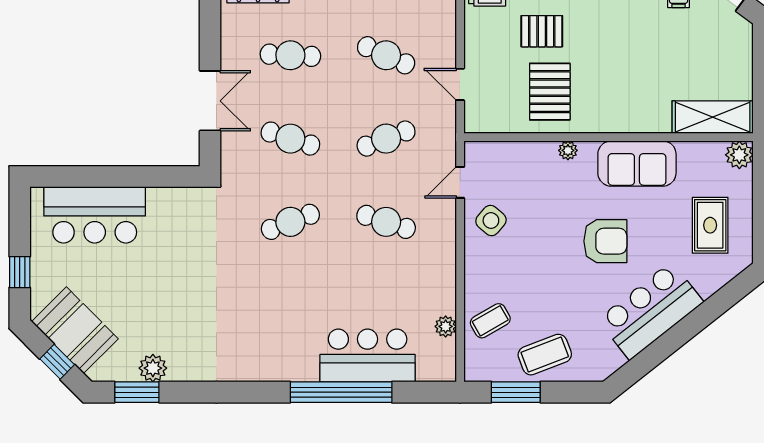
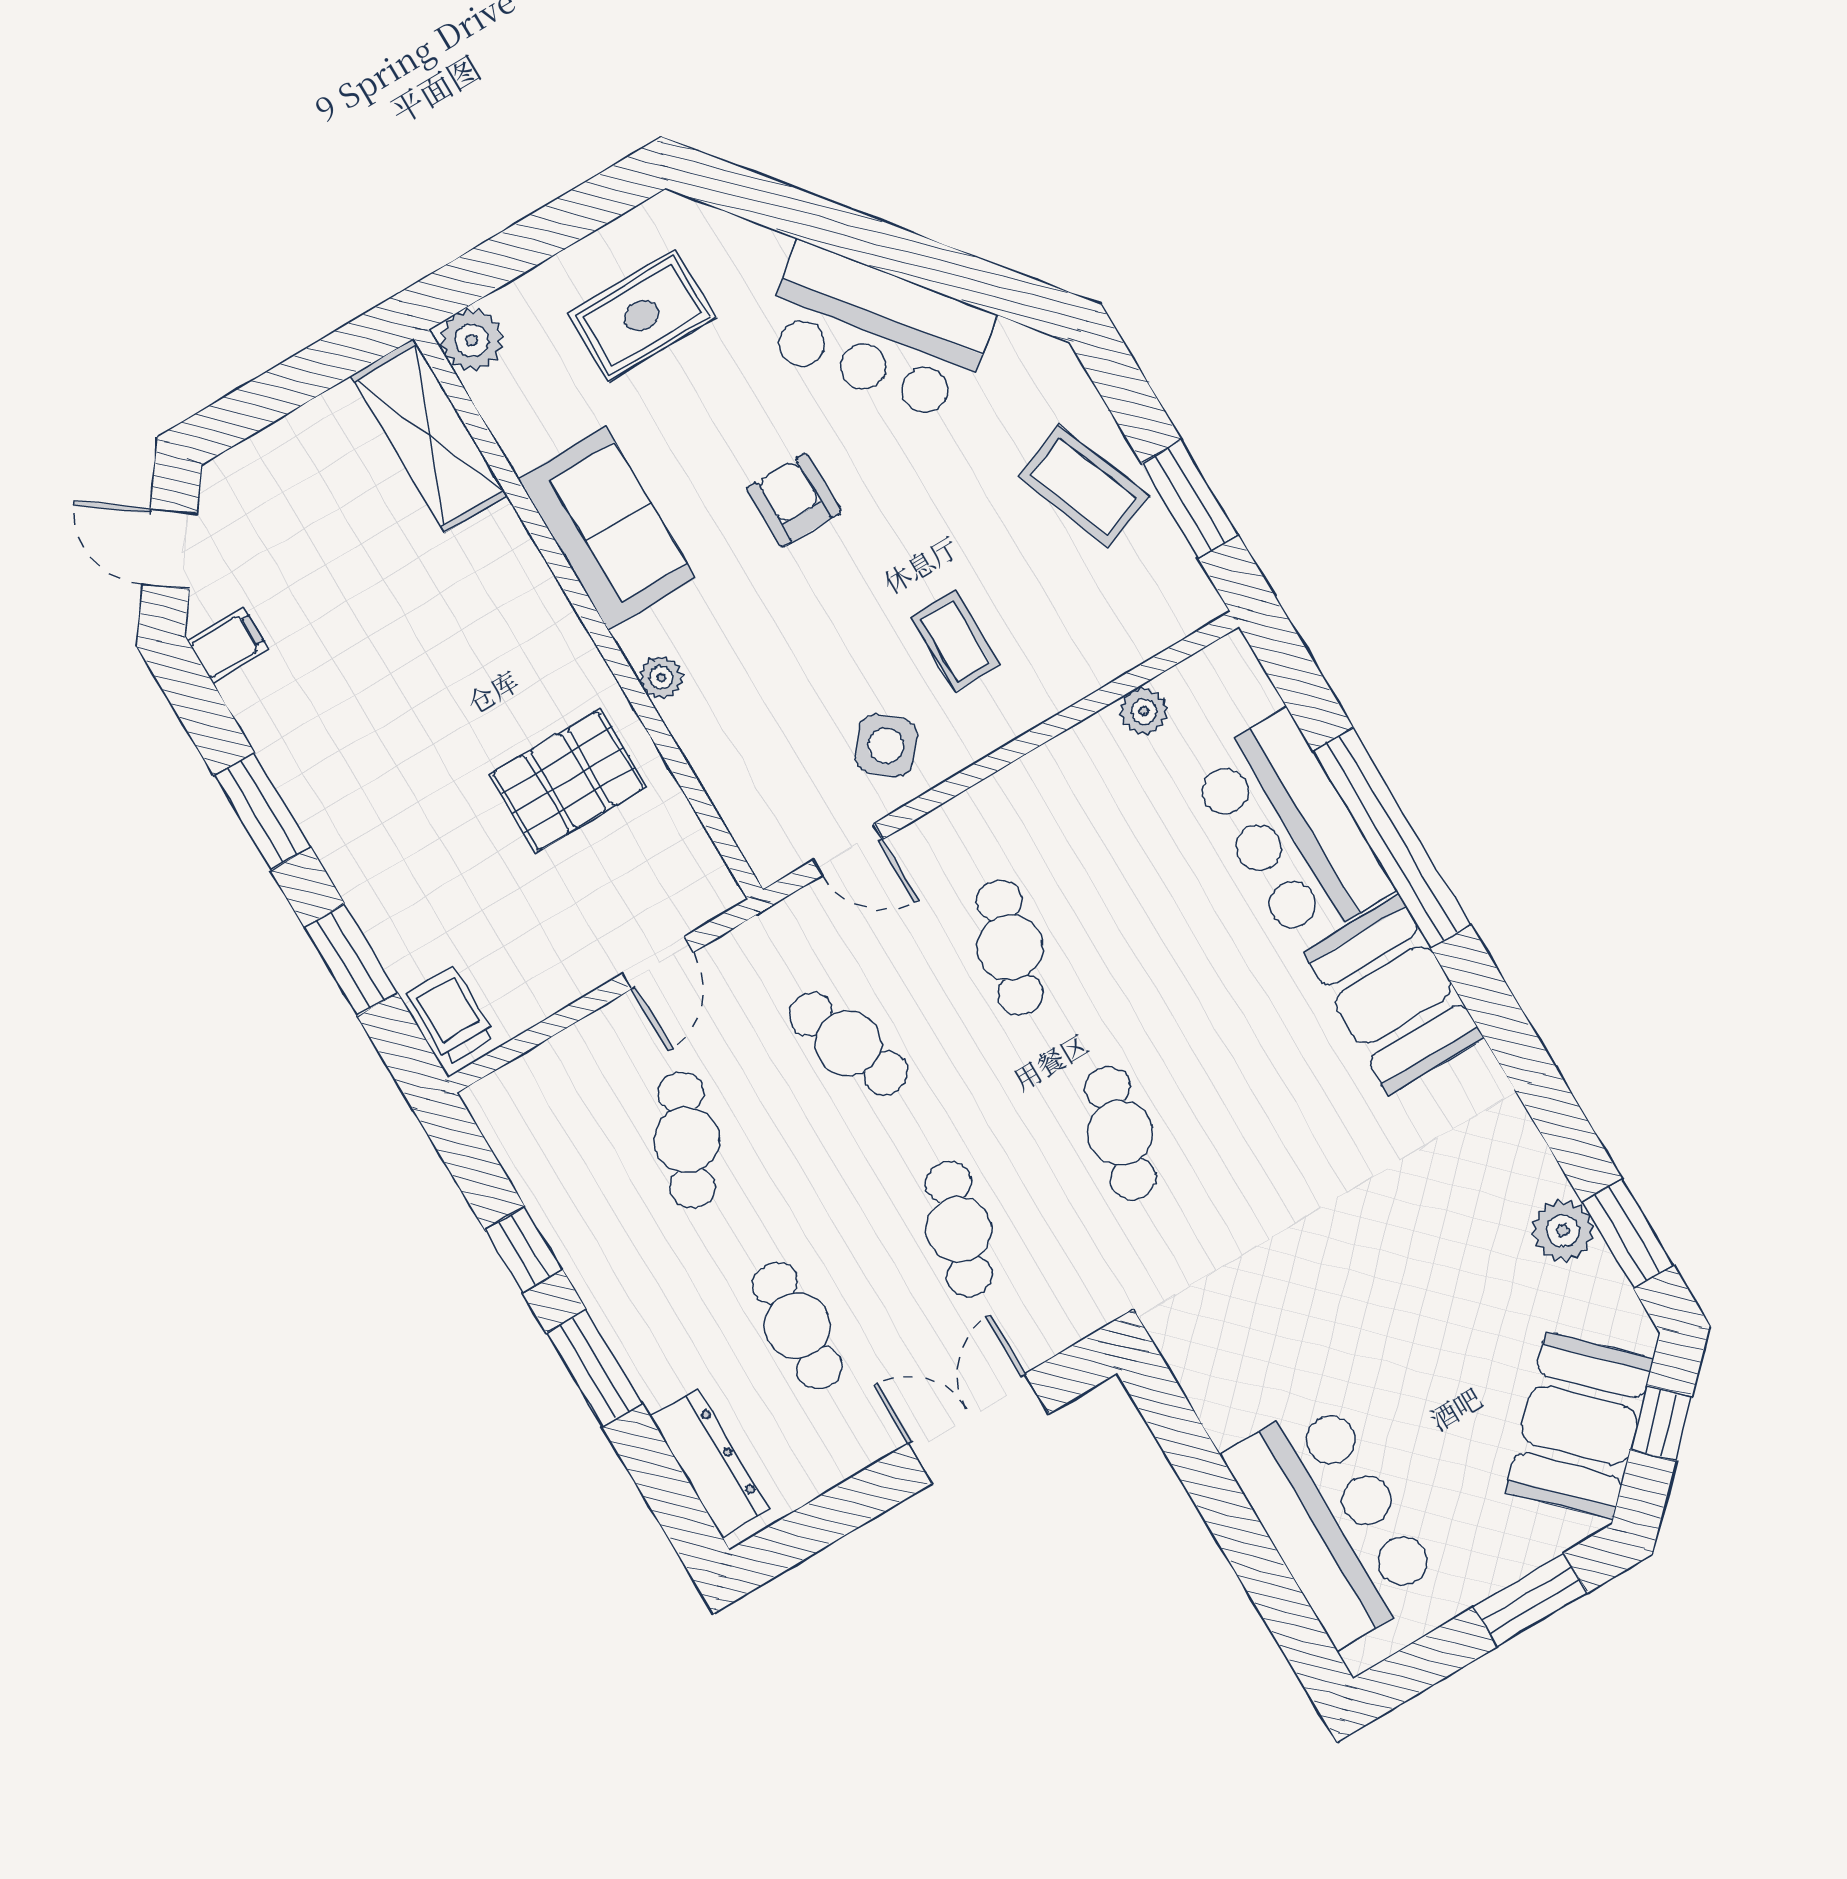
pallet: (542, 31) -> (460, 866), removed
cafe table: (290, 222) -> (1120, 1133), turned 36
armchair: (605, 241) -> (794, 500), width x0.72, depth x0.72
window: (20, 272) -> (1531, 1600), width x1.50
coffee table: (490, 321) -> (955, 641), moved, turned 30
booth: (281, 357) -> (1394, 995), added

